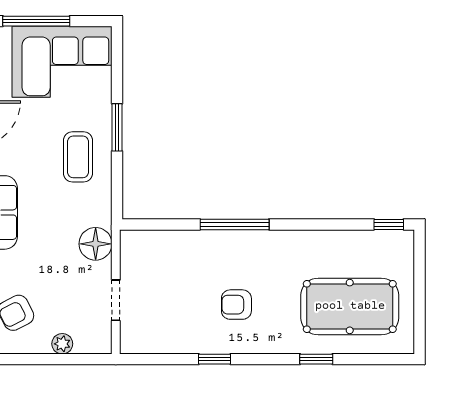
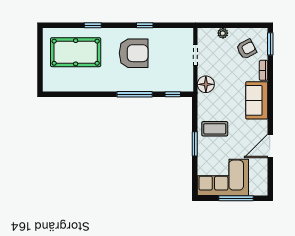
coffee table: (78, 157) -> (215, 129), turned 90
window: (389, 224) -> (173, 94), moved
armchair: (236, 305) -> (134, 53), width x1.88, depth x1.88

